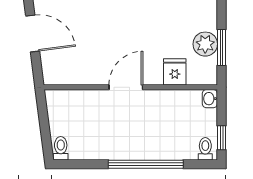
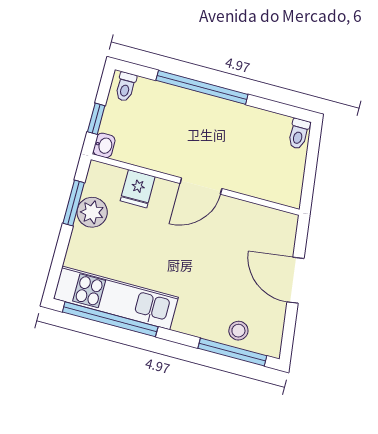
window: (222, 138) -> (96, 119), moved

